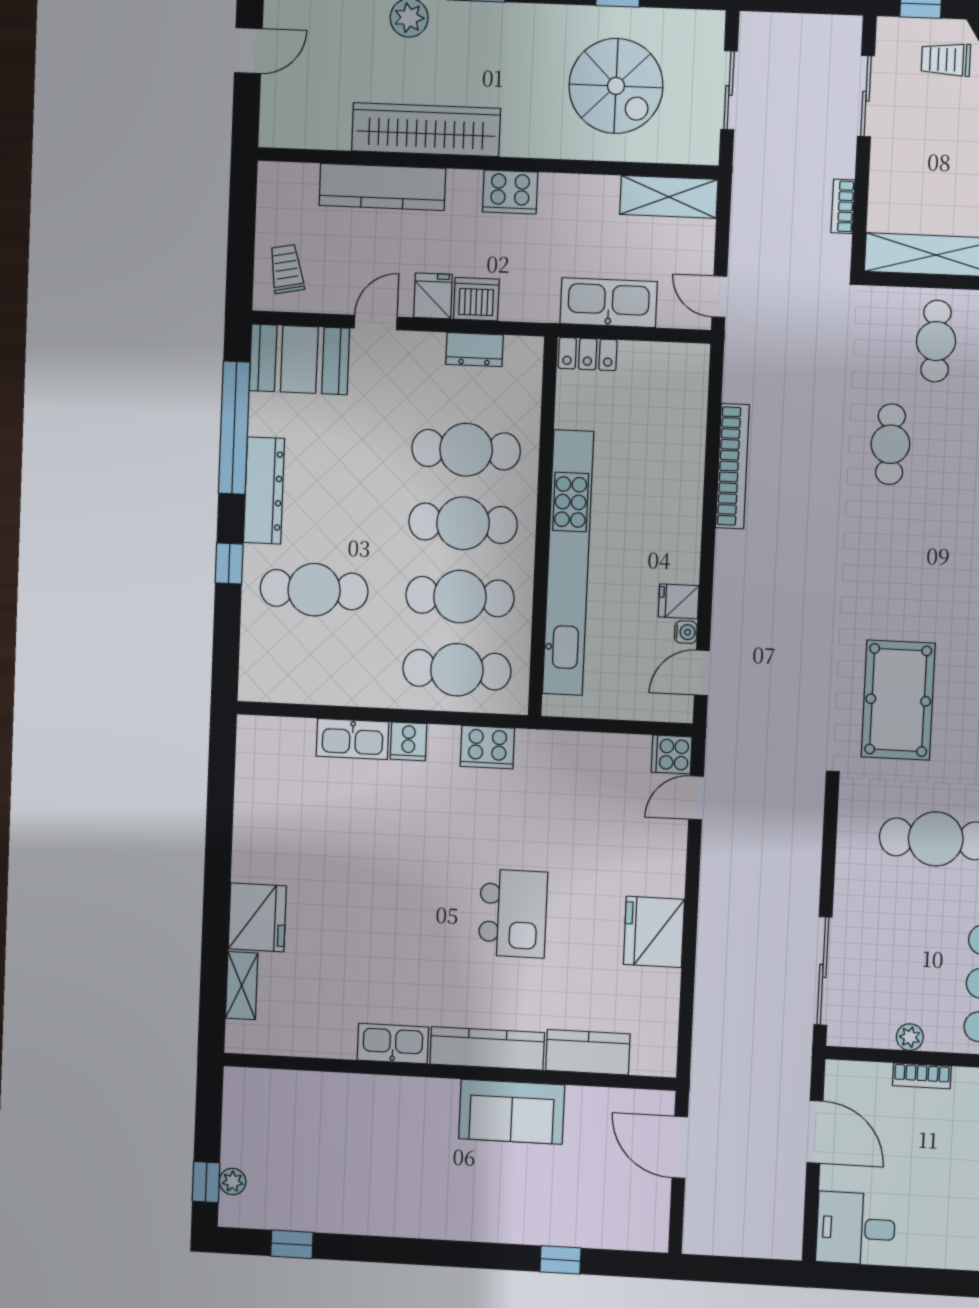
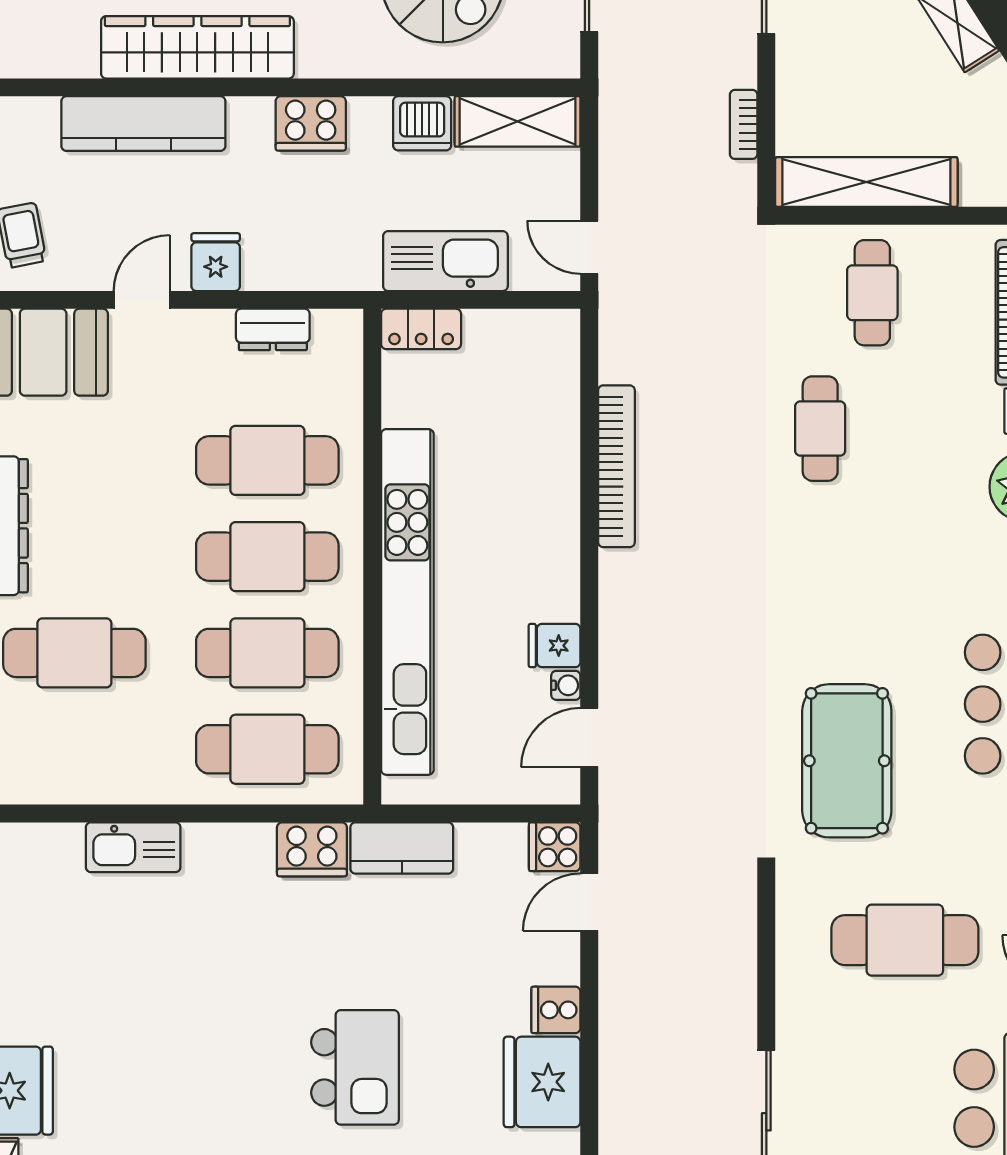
dishwasher: (476, 299) -> (422, 123), moved, turned 180
cooker: (408, 741) -> (556, 1010), moved, turned 90
kitchen counter: (555, 750) -> (402, 848), added

